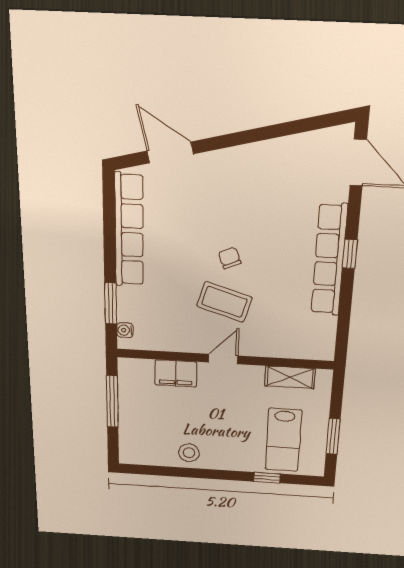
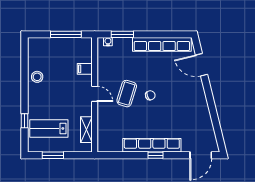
door: (170, 152) -> (202, 65), swing flipped
filing cabinet: (176, 373) -> (85, 69), width x0.50

